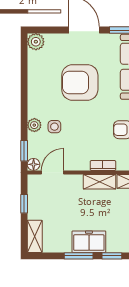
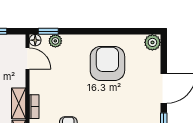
armchair: (80, 82) -> (107, 64), moved
plant: (34, 125) -> (55, 41), moved
side table: (54, 127) -> (71, 60), removed

